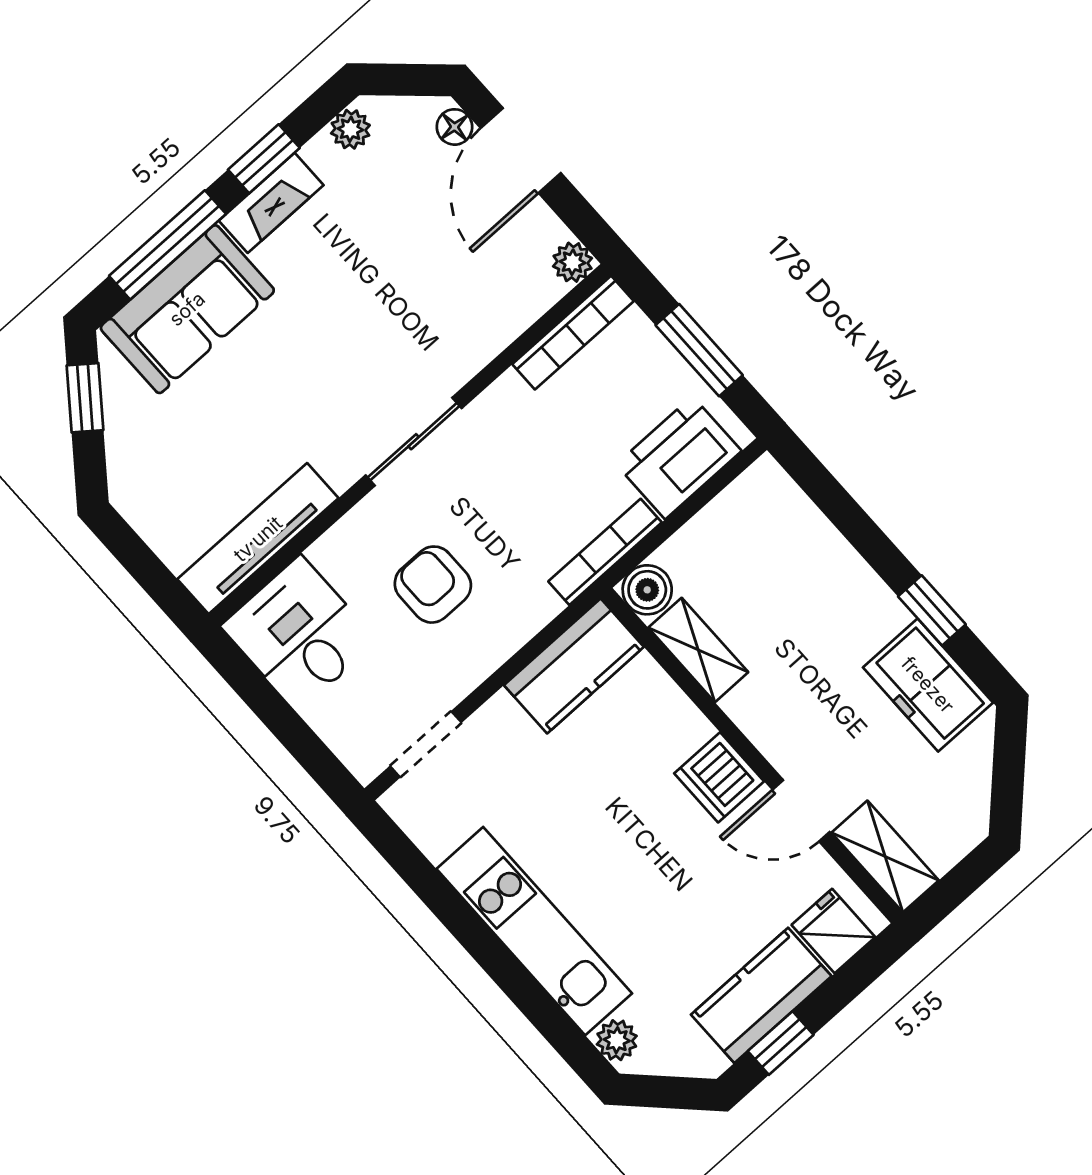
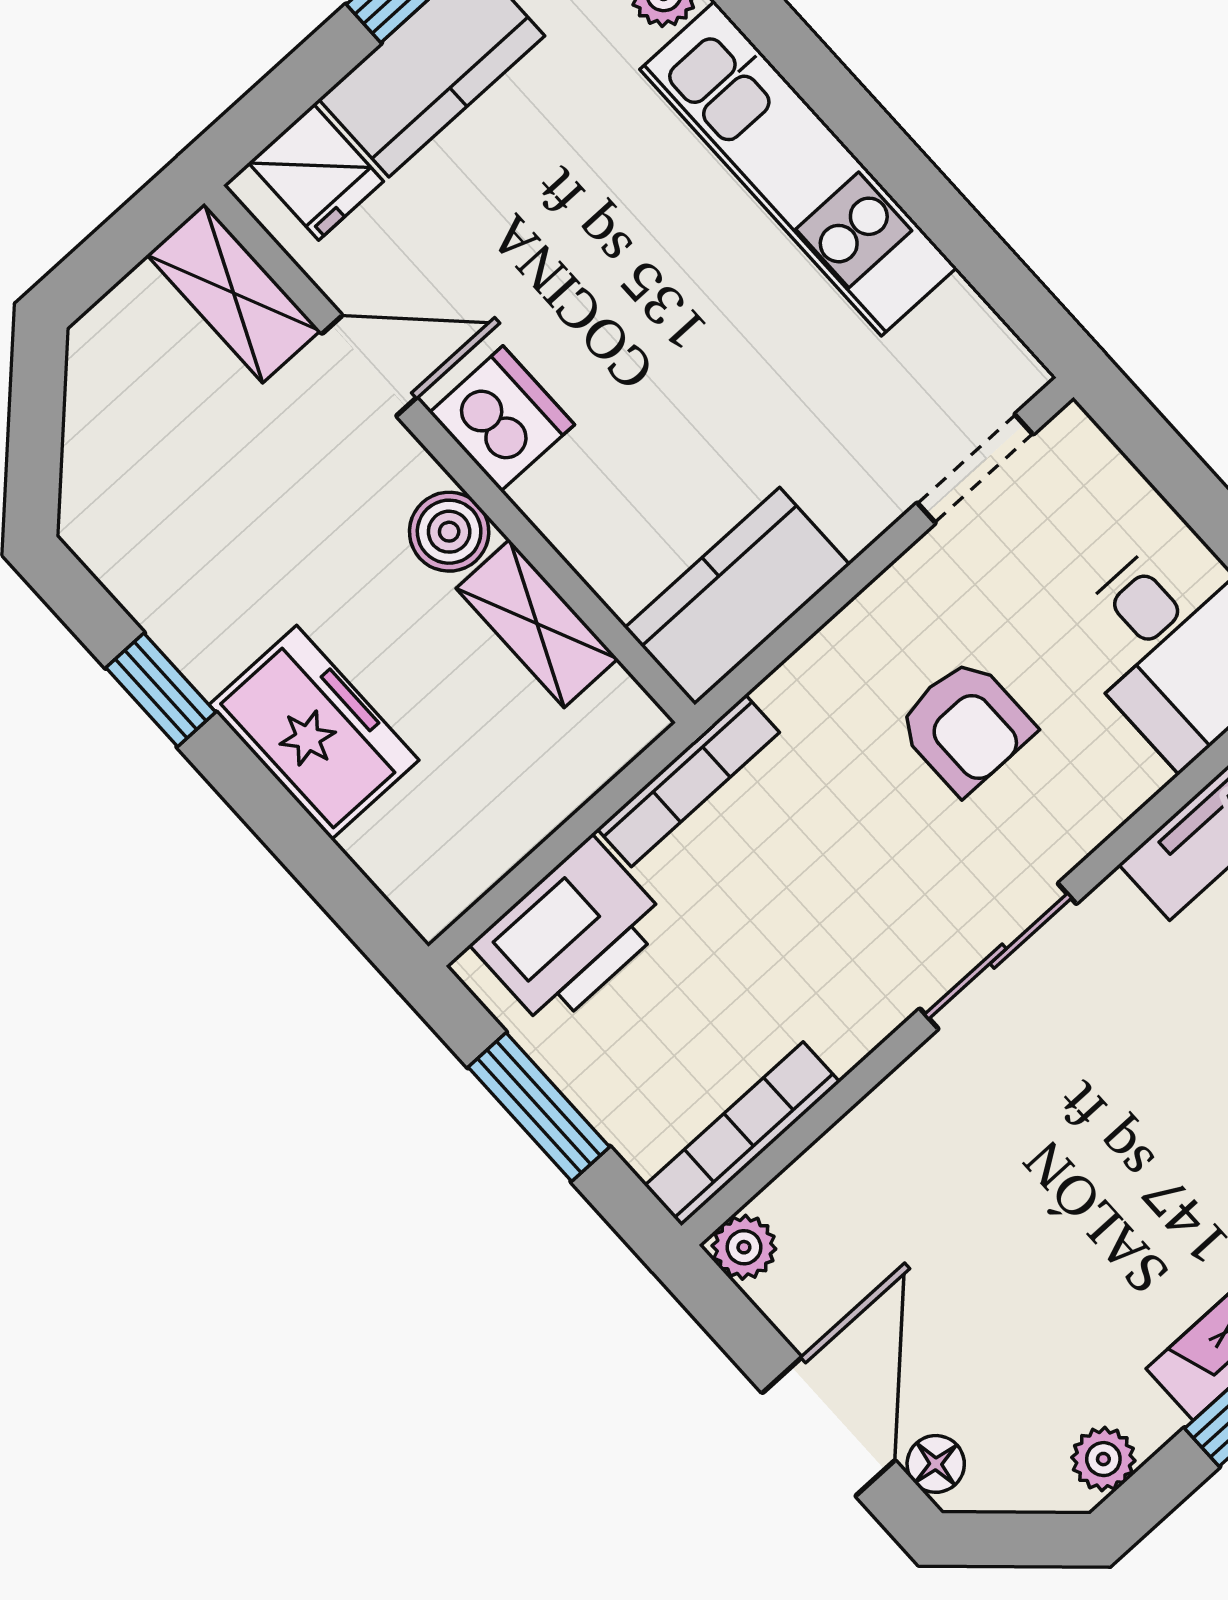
boiler: (647, 590) -> (449, 532), moved
freezer: (928, 685) -> (314, 732), moved

